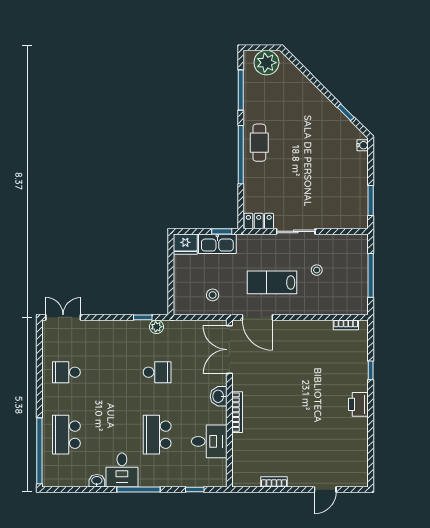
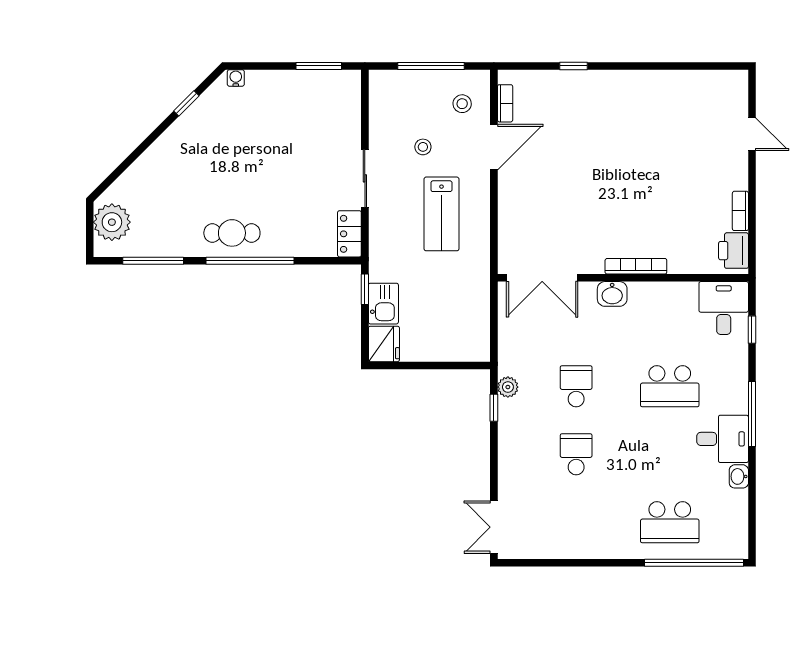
kitchen sink: (217, 244) -> (383, 304), width x0.73
stool: (213, 295) -> (462, 104), moved
door: (257, 317) -> (494, 147), moved
school desk: (66, 372) -> (576, 454), moved, turned 180
printer: (358, 404) -> (734, 251), moved, turned 90
desk: (209, 441) -> (724, 308), moved

